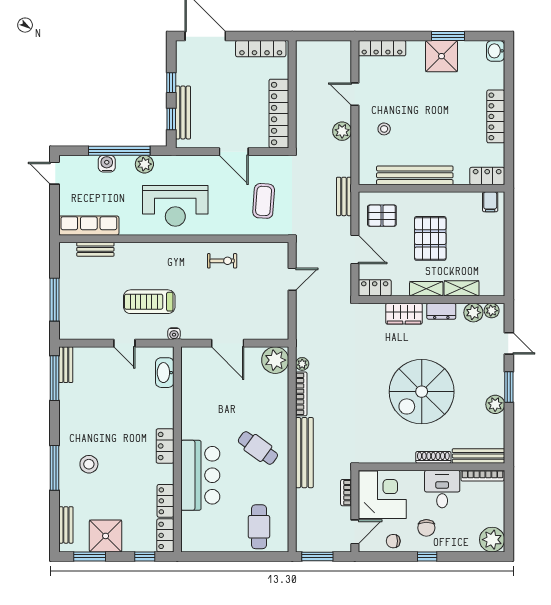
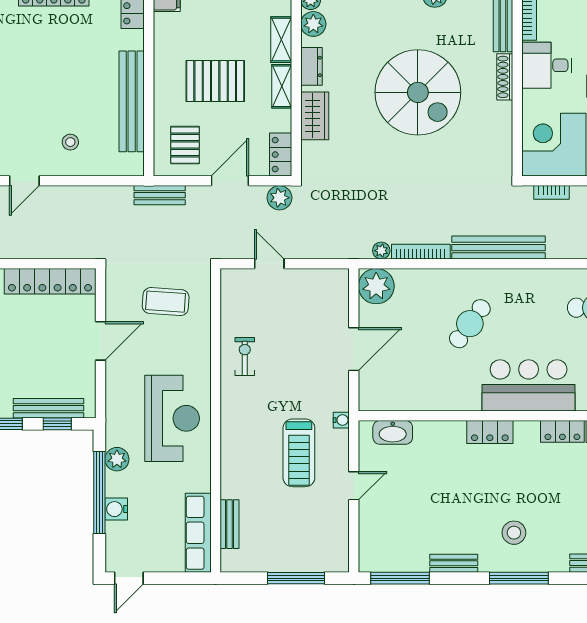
plant: (342, 131) -> (280, 198), moved
bench: (66, 365) -> (454, 563), moved
cafe table: (258, 448) -> (470, 324), moved

